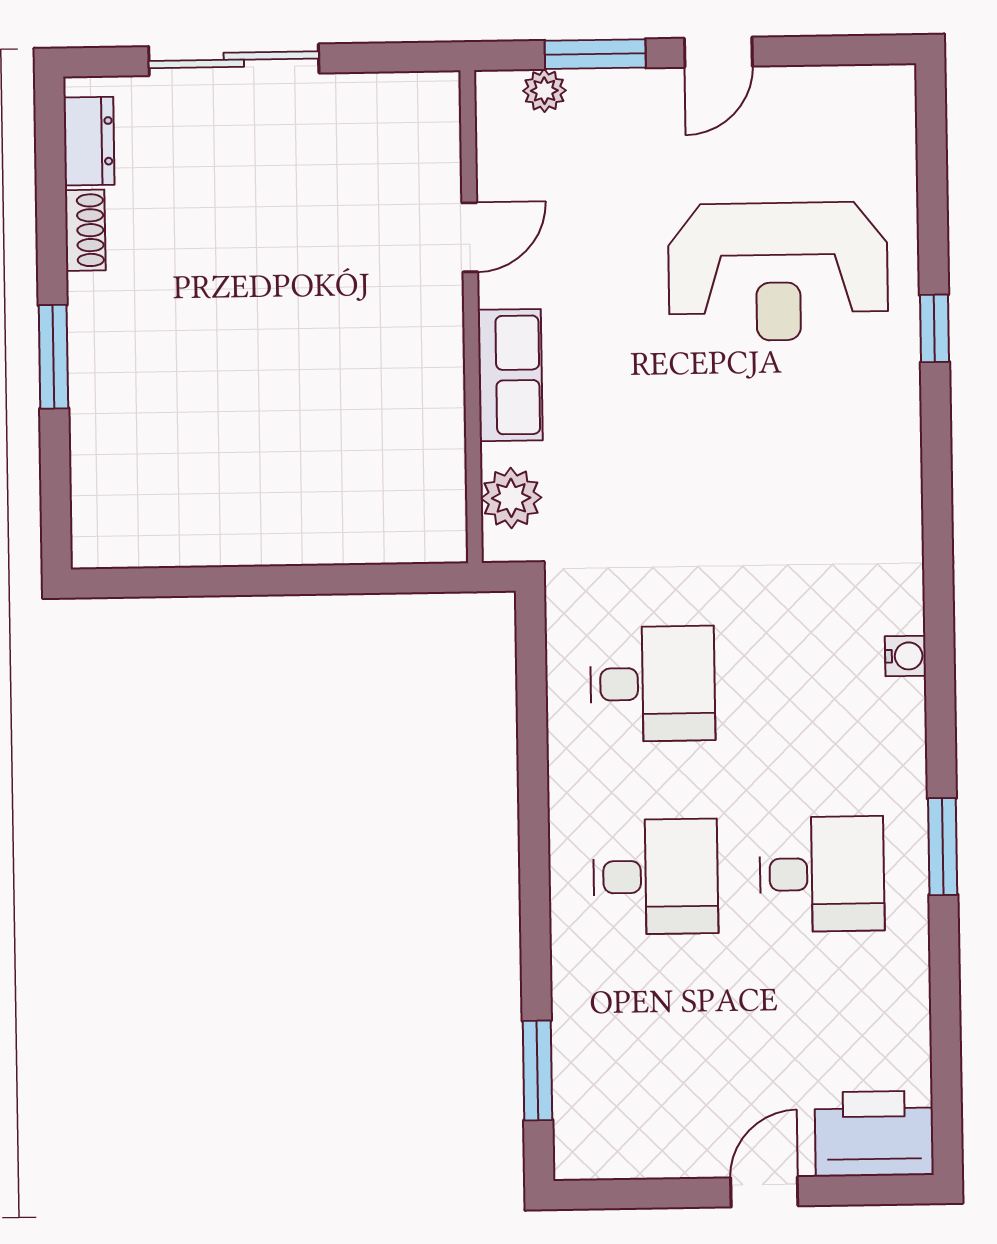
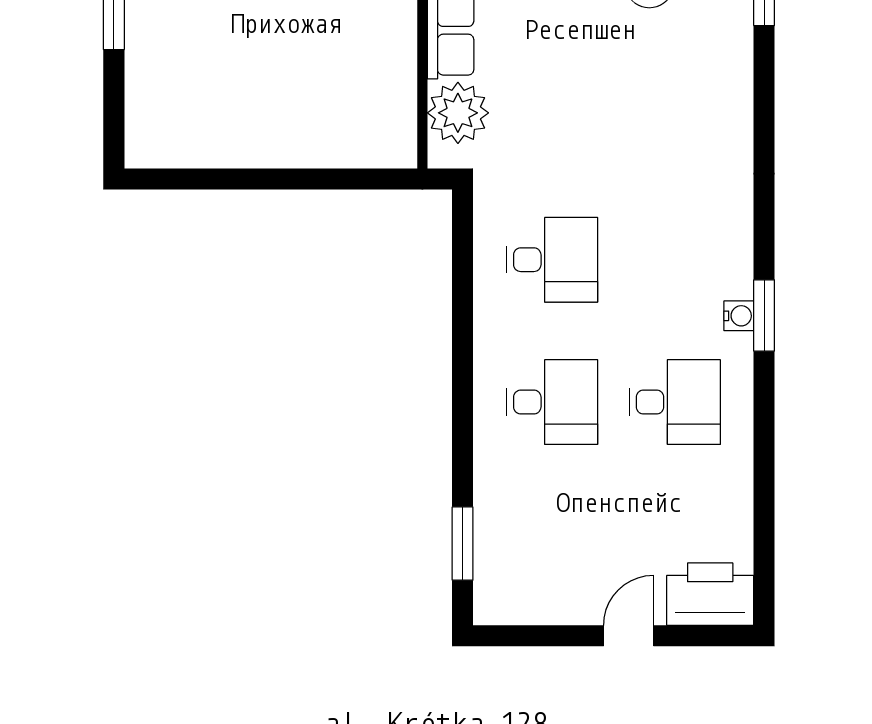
plant: (511, 498) -> (458, 113), width x1.36, depth x1.36
water cooler: (905, 656) -> (739, 316), moved
window: (943, 847) -> (764, 315), moved

